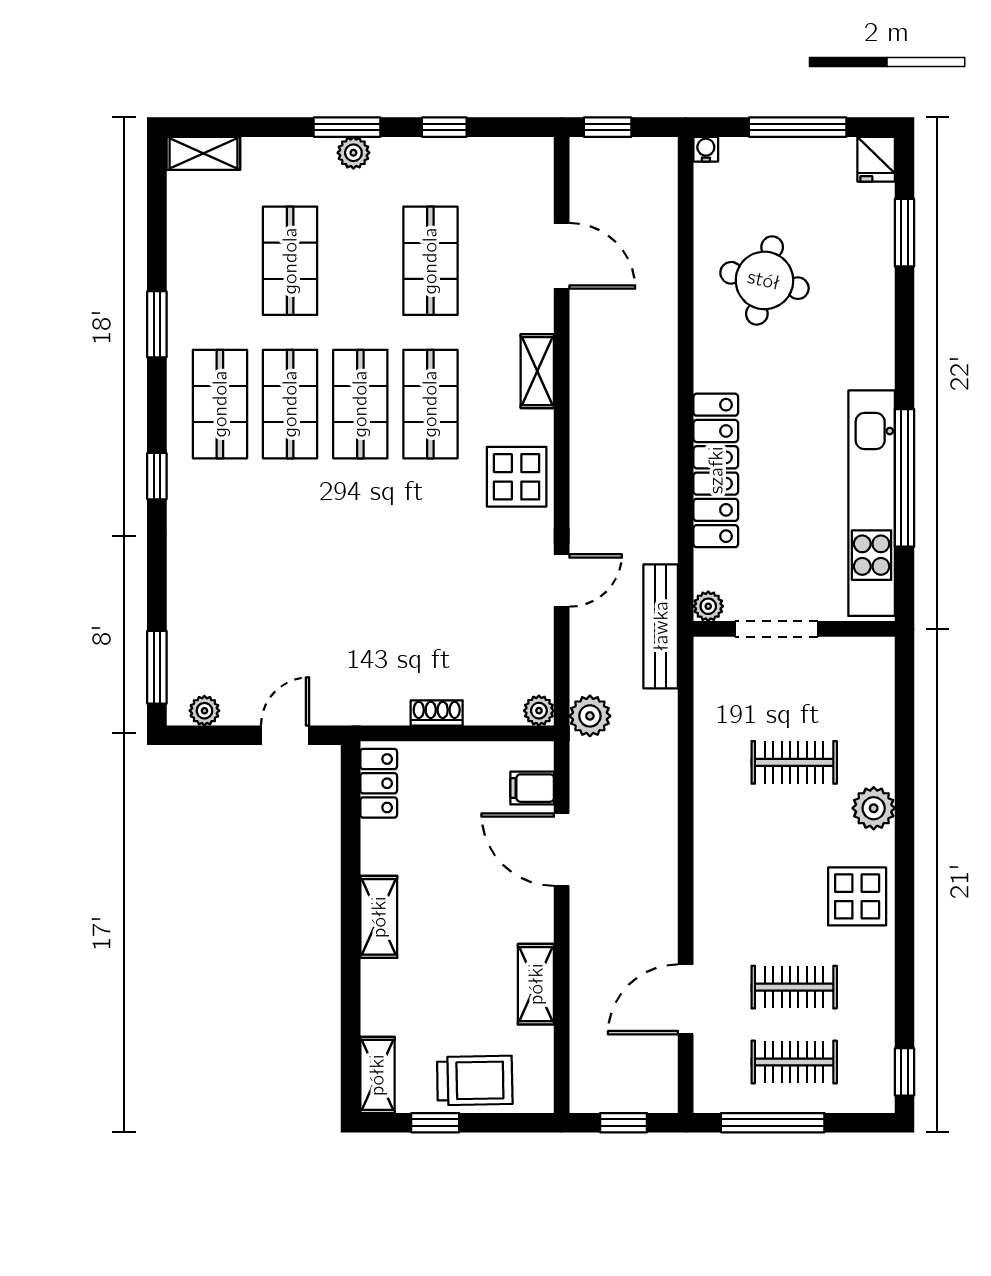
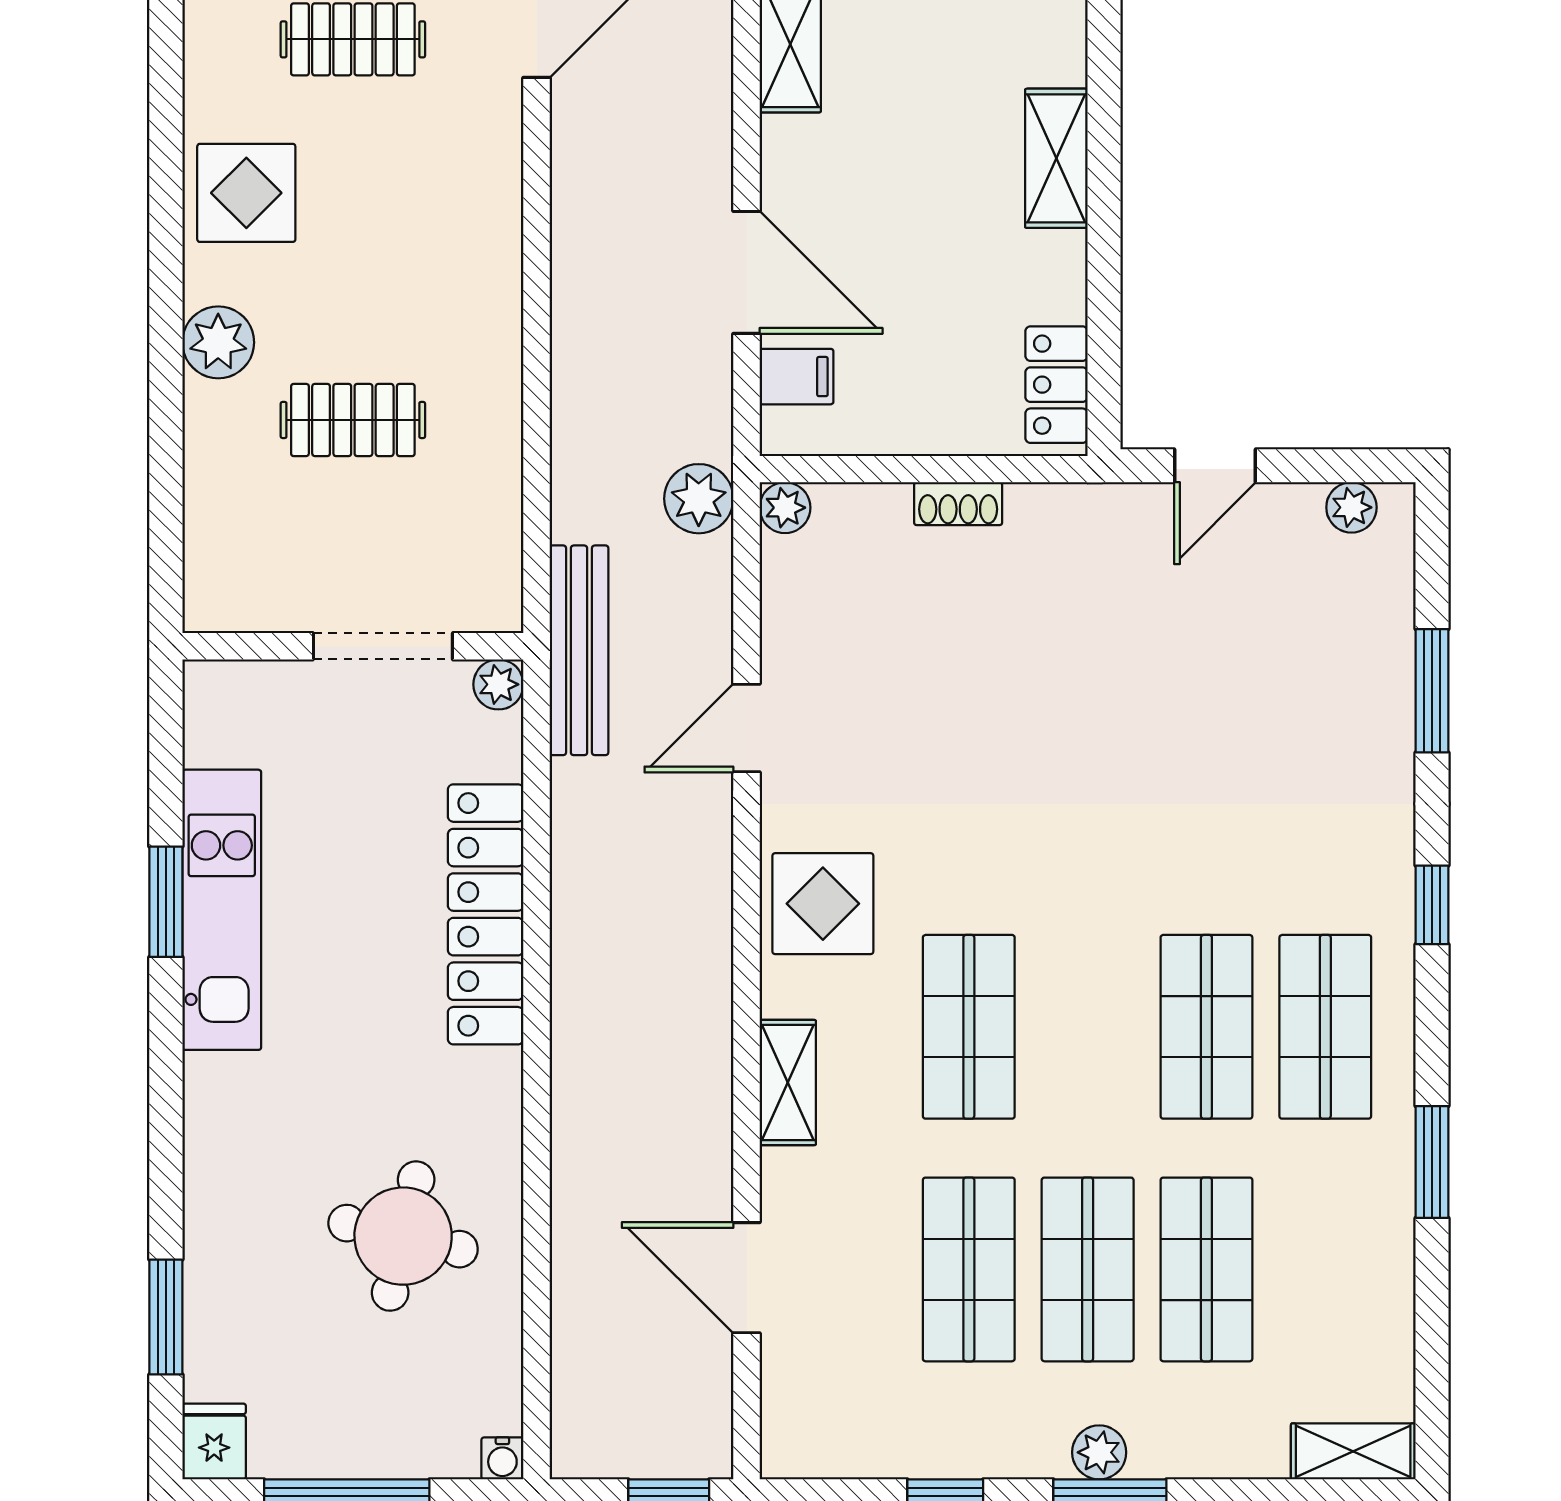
shop shelf: (360, 404) -> (1088, 1269), moved
window: (905, 478) -> (166, 902), width x0.47
kitchen unit: (872, 503) -> (222, 910), width x0.73
window: (157, 667) -> (1432, 691), moved

